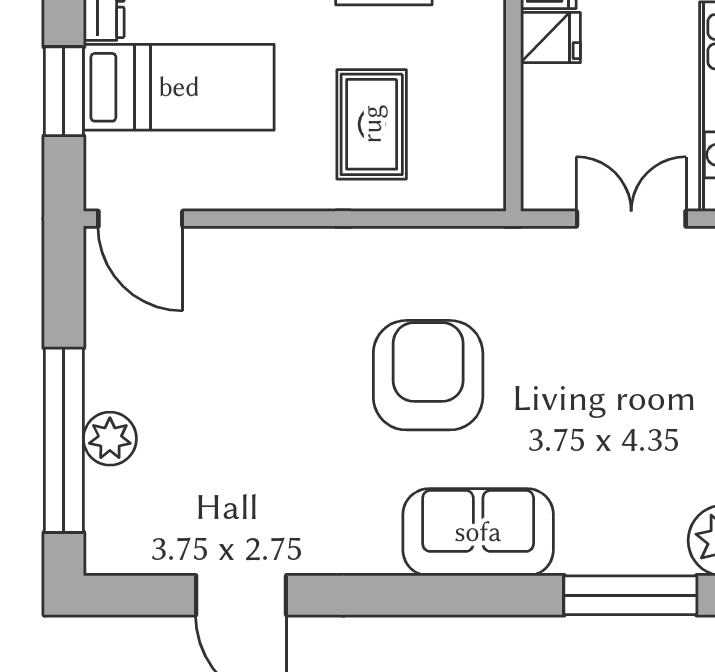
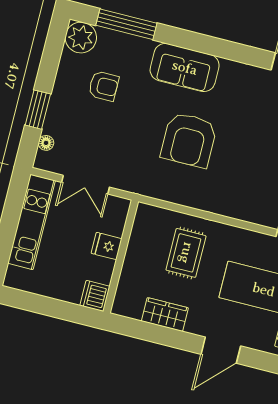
fridge: (550, 38) -> (107, 246), moved
armchair: (646, 446) -> (104, 86), added

